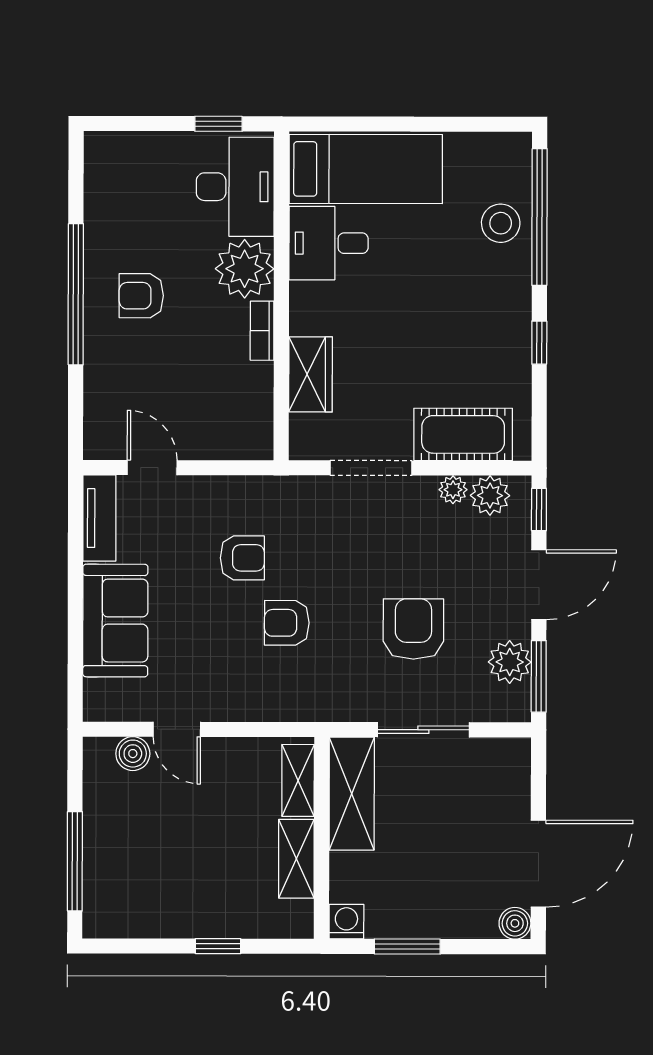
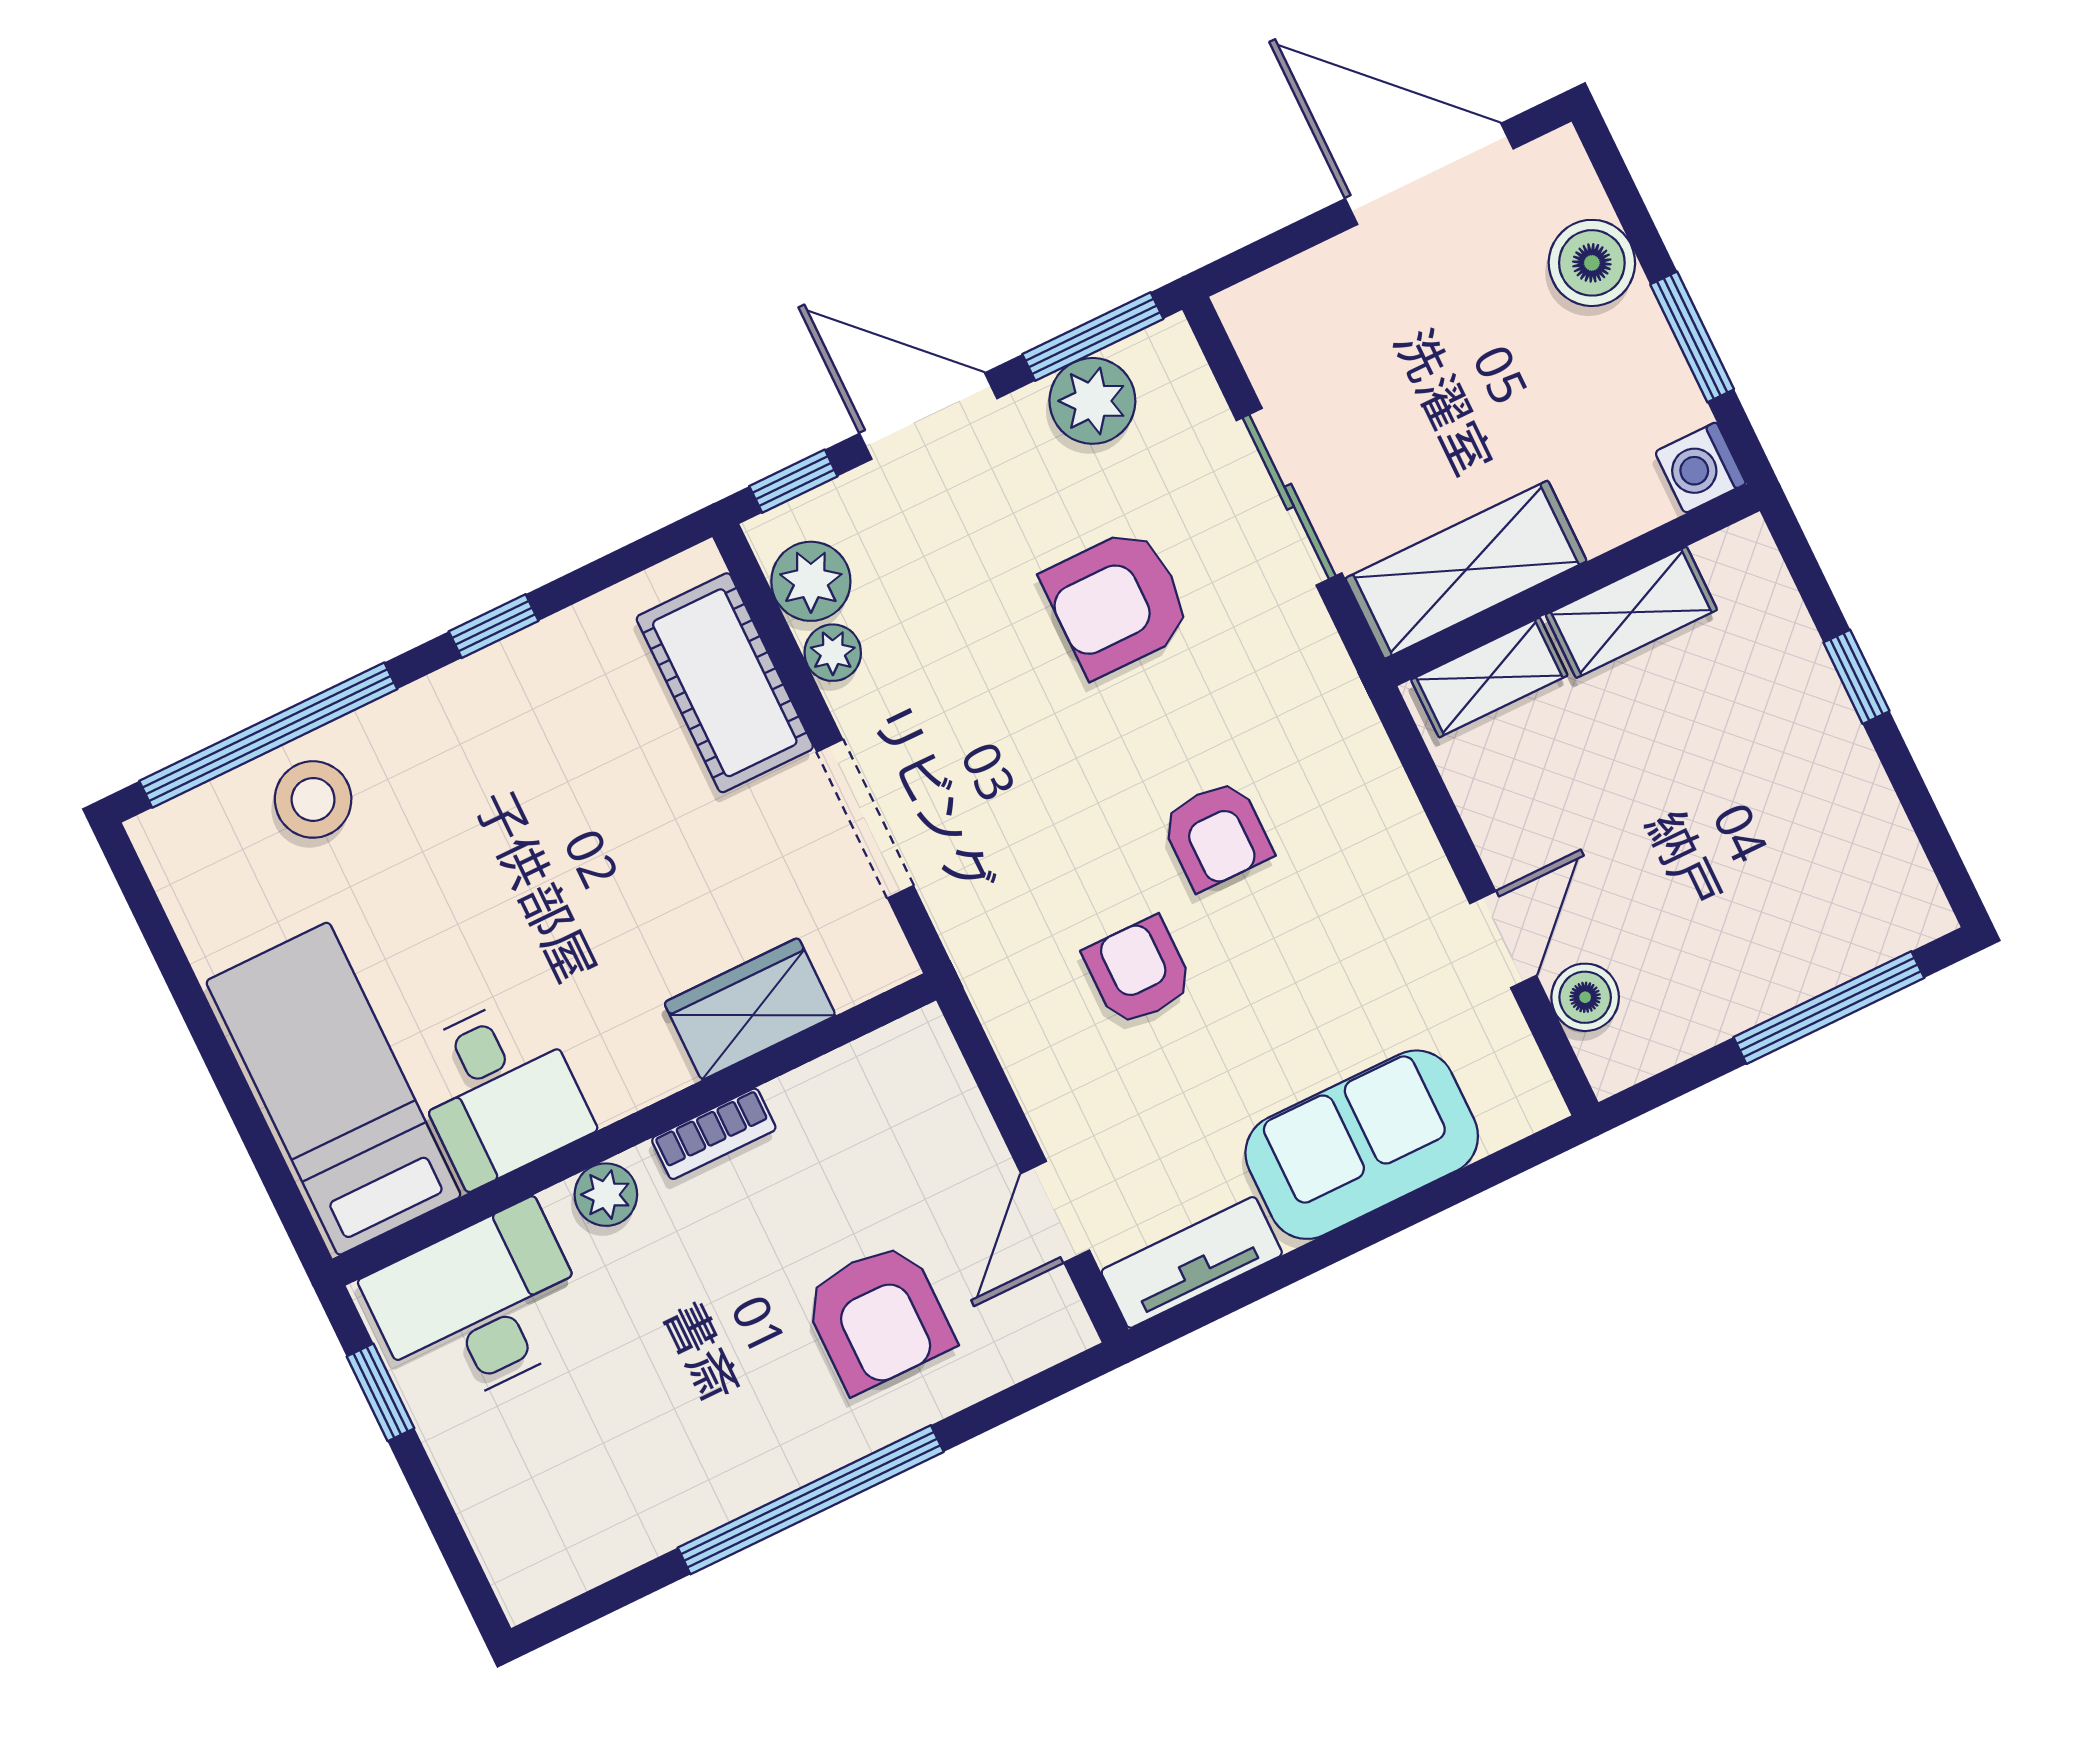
plant: (245, 269) -> (606, 1195), width x0.53, depth x0.53
armchair: (141, 296) -> (878, 1317), moved, width x1.38, depth x1.38
boiler: (515, 923) -> (1592, 263), moved, width x1.36, depth x1.36

